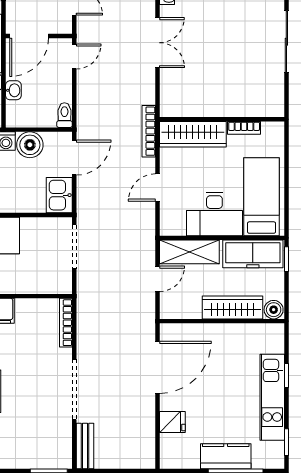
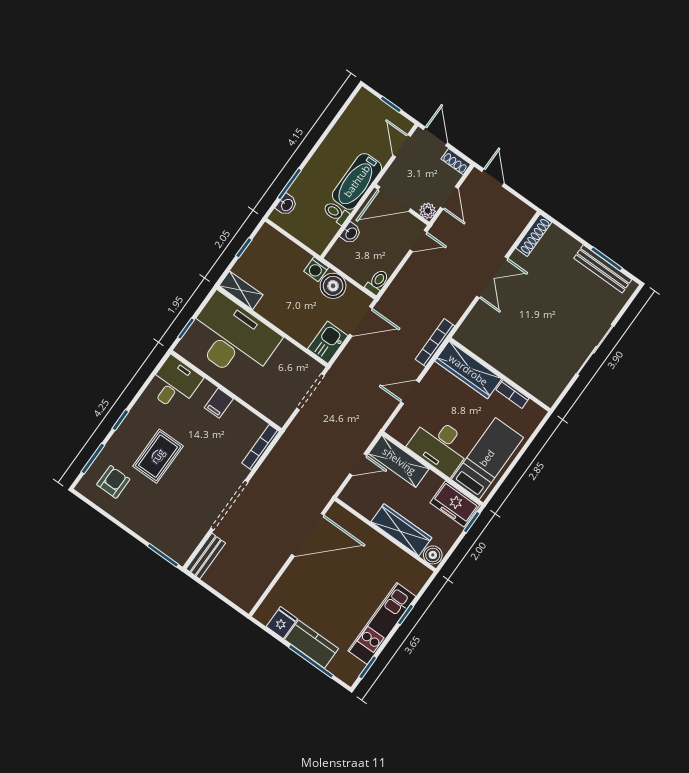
plant: (64, 26) -> (428, 211), added
freezer: (253, 254) -> (455, 504), width x0.71
fridge: (172, 422) -> (282, 623), moved, turned -90

